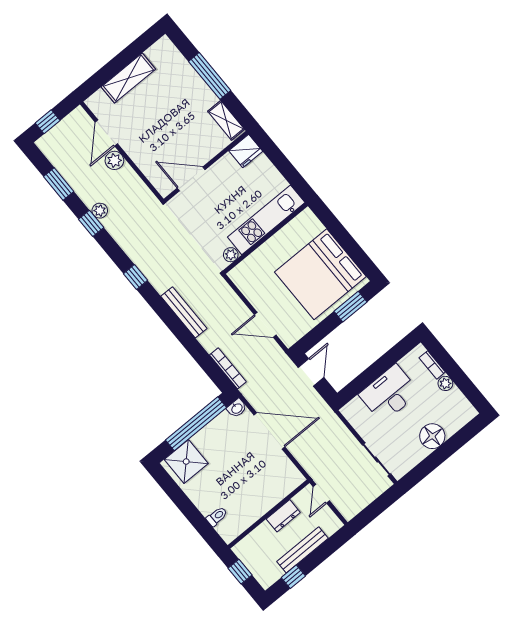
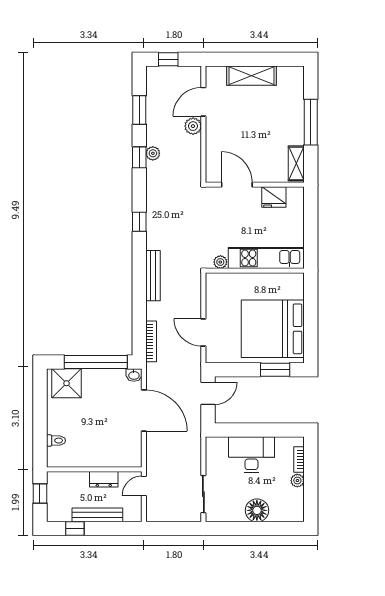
fridge: (246, 151) -> (274, 197), moved

